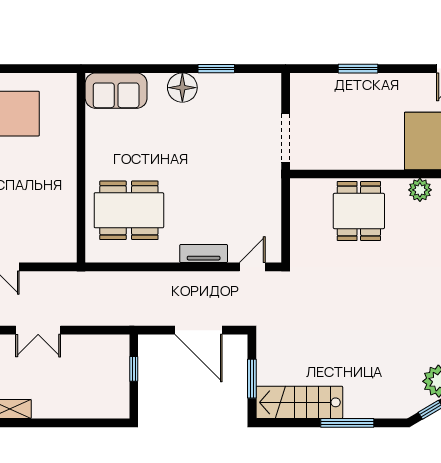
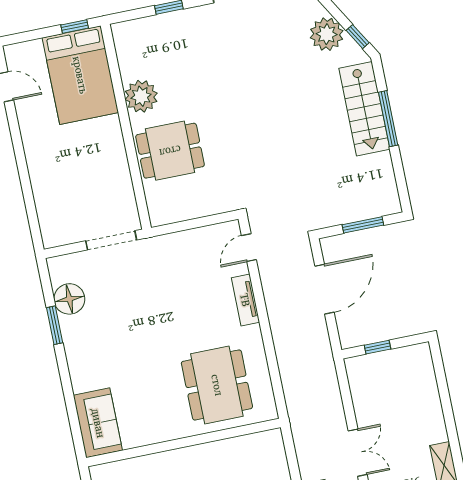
window: (358, 69) -> (25, 181), removed
floor lamp: (182, 88) -> (69, 299), moved
plant: (420, 190) -> (141, 96), width x1.36, depth x1.36
door: (252, 267) -> (249, 248), hinge flipped
stairs: (299, 402) -> (364, 109), moved

